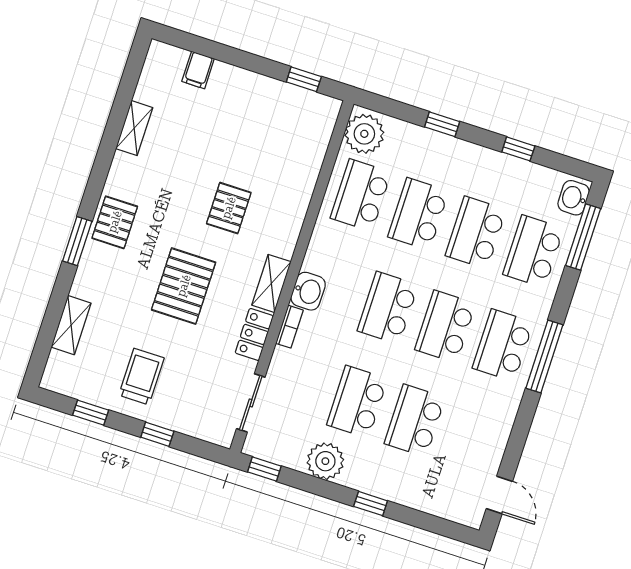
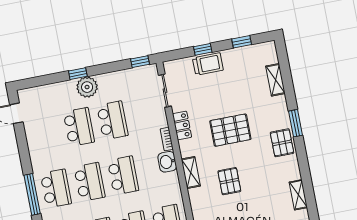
shelving: (271, 283) -> (191, 173), moved
pallet: (184, 286) -> (230, 130), turned 90
trolley: (141, 377) -> (208, 64), moved, turned -90
plant: (325, 461) -> (87, 87), moved

